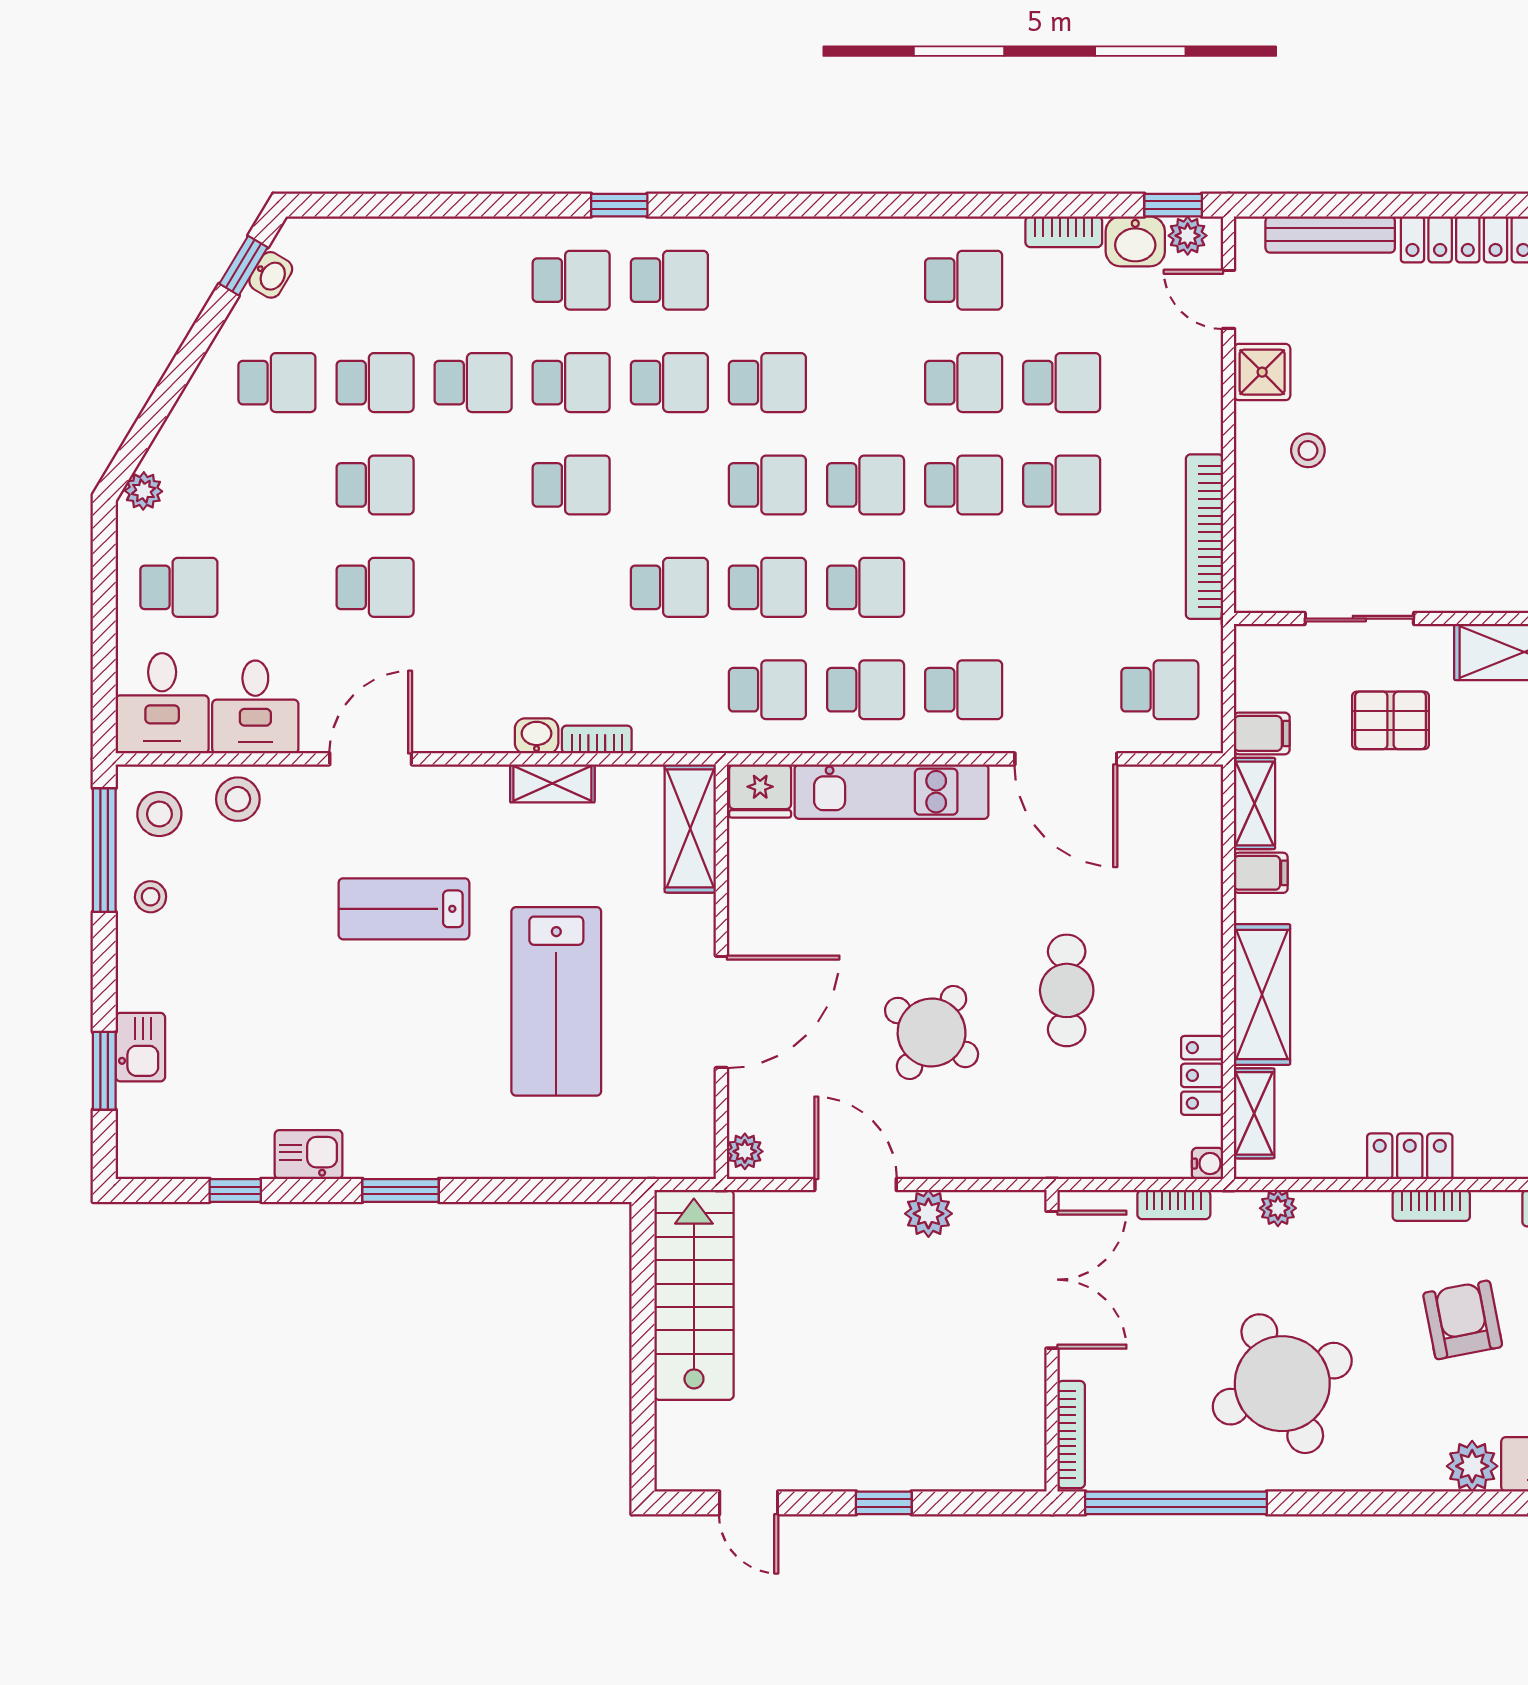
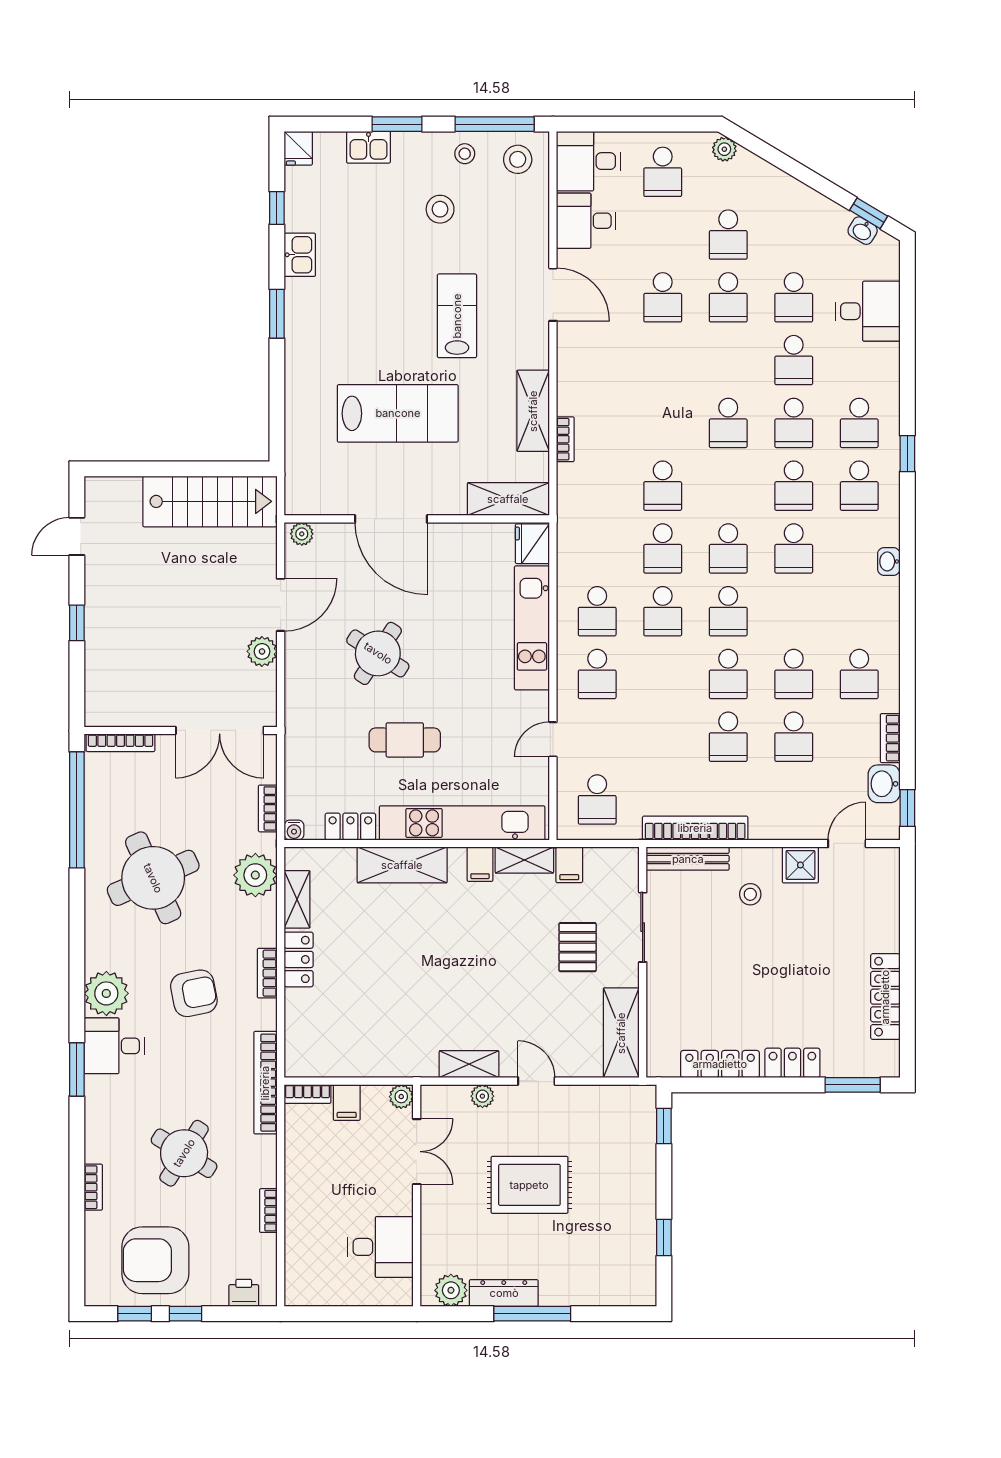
bench: (1330, 235) -> (688, 859), moved, turned 90
plant: (1188, 236) -> (888, 817), removed
desk: (397, 267) -> (868, 311), added
school desk: (277, 383) -> (728, 235), moved
school desk: (767, 690) -> (597, 548), removed
washbasin: (537, 736) -> (889, 561), moved, turned 180
door: (1066, 759) -> (553, 739), width x0.53
shelving: (552, 783) -> (533, 411), width x1.50, depth x1.33
stool: (238, 799) -> (440, 209), moved
kitchen unit: (1196, 901) -> (462, 823), added
lab bench: (556, 1001) -> (398, 413), turned 180
window: (104, 1071) -> (397, 124), moved
shelving: (1254, 1113) -> (297, 899), moved, turned 90
fridge: (142, 1157) -> (298, 148), added
plant: (1278, 1208) -> (255, 875), width x1.88, depth x1.88
plant: (1472, 1466) -> (106, 993), width x1.36, depth x1.36

